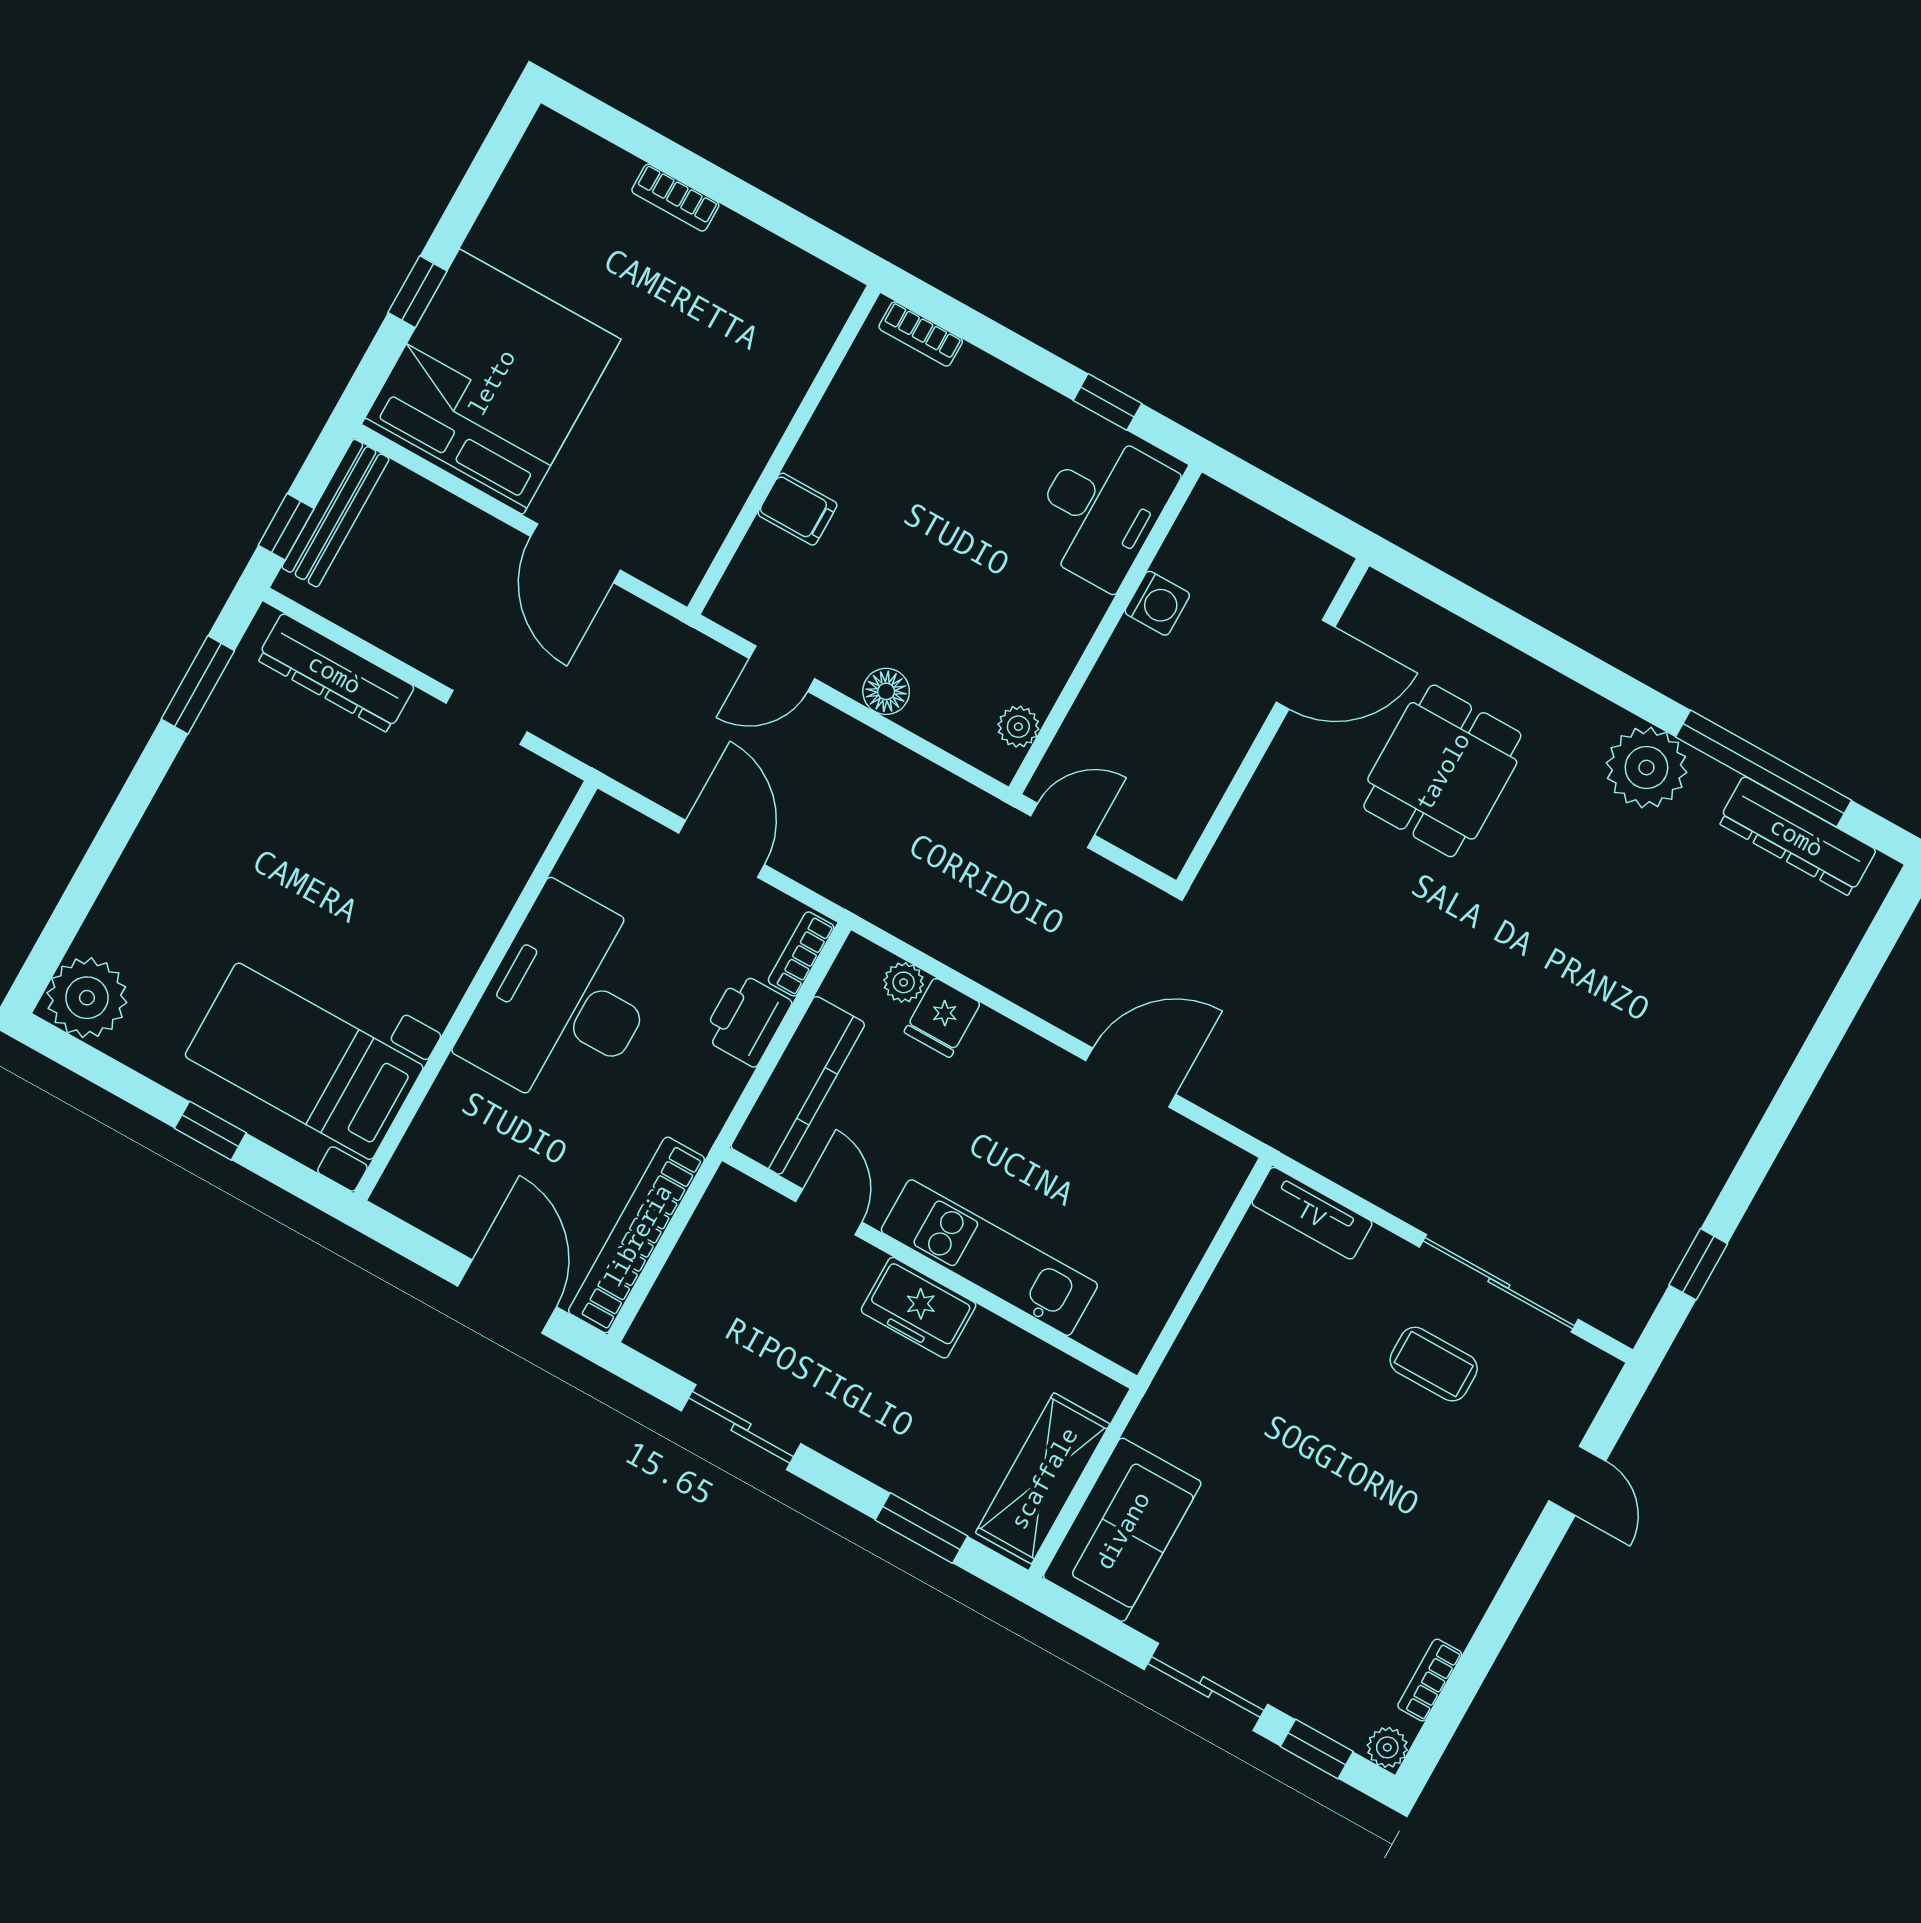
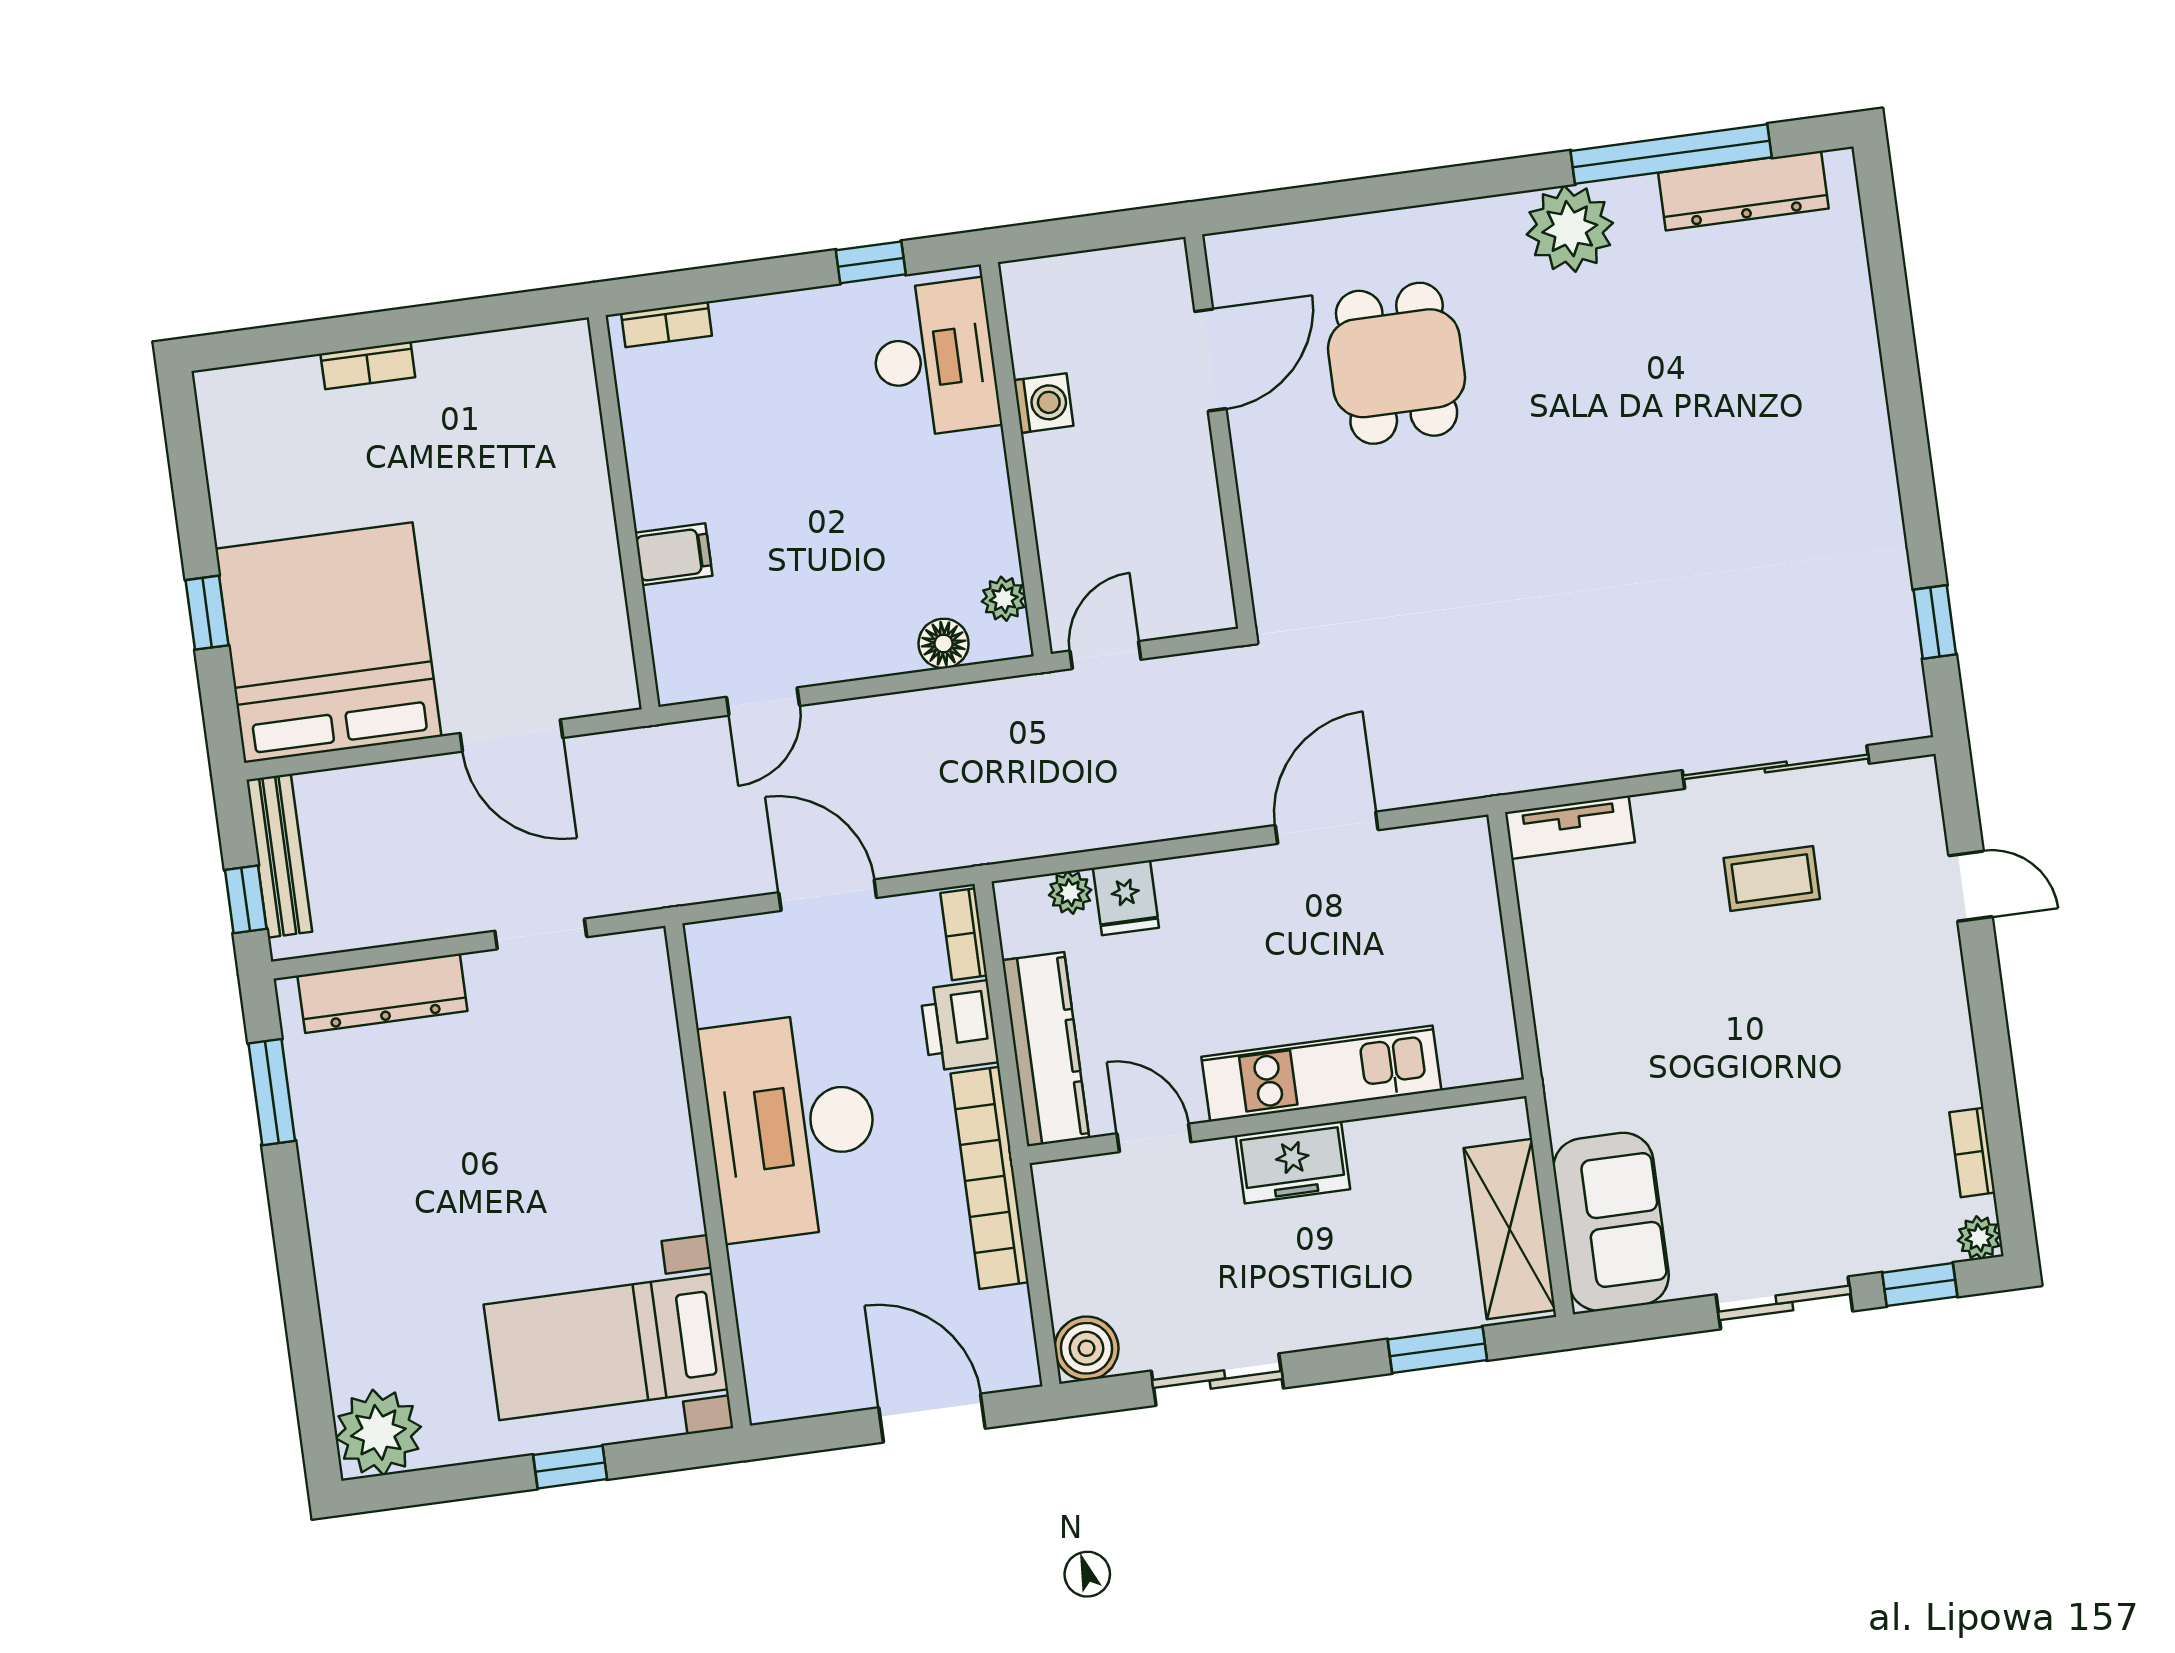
floor lamp: (886, 691) -> (944, 643), moved
bookcase: (637, 1235) -> (990, 1178), moved
boiler: (661, 1331) -> (1086, 1348), added

